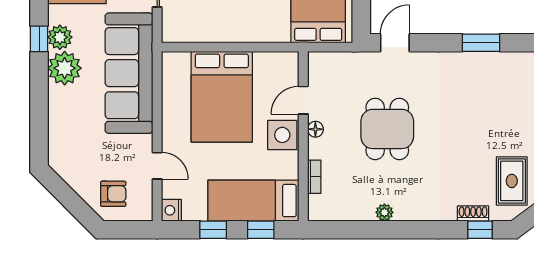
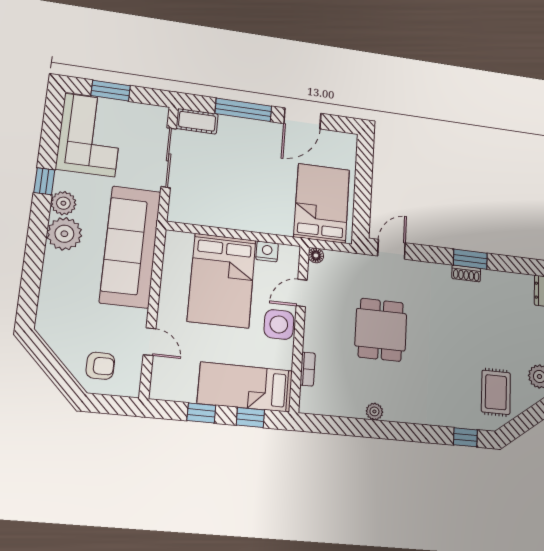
window: (39, 39) -> (44, 181), moved
floor lamp: (315, 129) -> (316, 255), moved
nightstand: (171, 210) -> (267, 251), moved, turned 90
shoe rack: (473, 213) -> (466, 273), moved, turned 180

